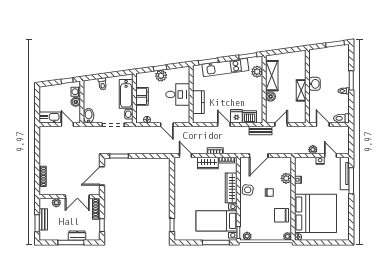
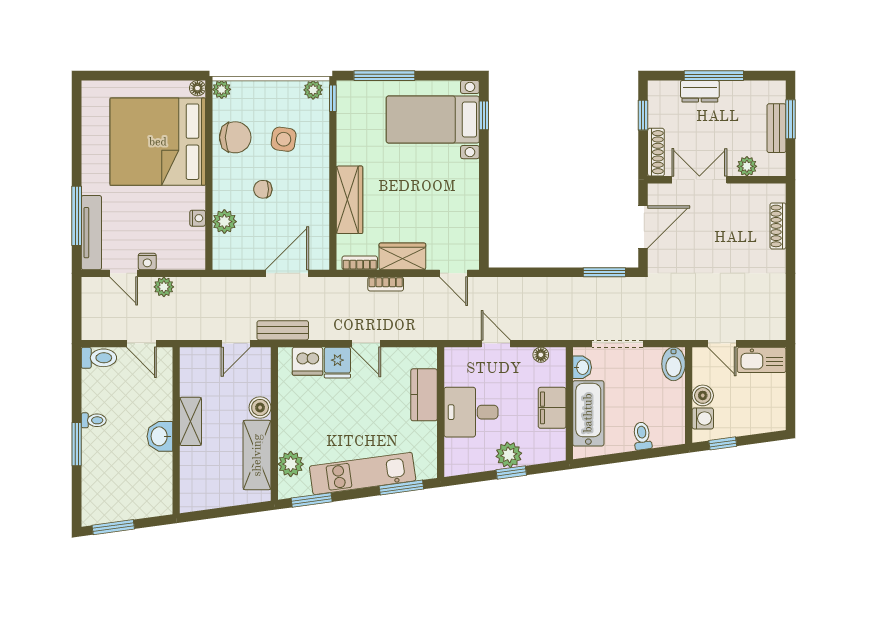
side table: (248, 190) -> (284, 139), moved
bed with nightstands: (216, 221) -> (433, 120), moved, turned 180

